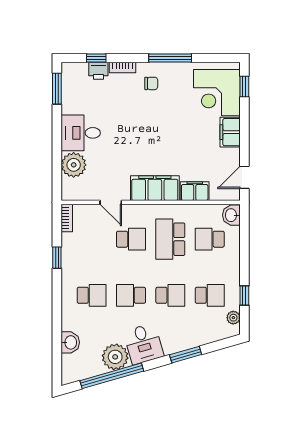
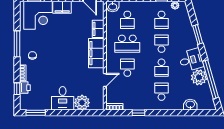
school desk: (210, 295) -> (161, 20), turned 180

